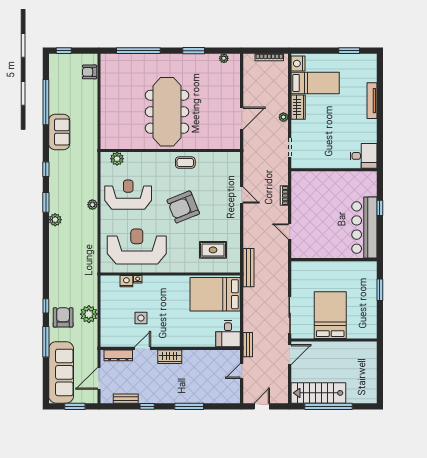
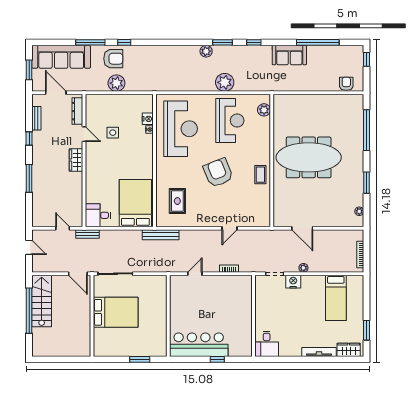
nightstand: (298, 63) -> (293, 282), moved
wardrobe: (298, 107) -> (349, 350), moved, turned 180
plant: (92, 205) -> (225, 82), width x1.87, depth x1.87

